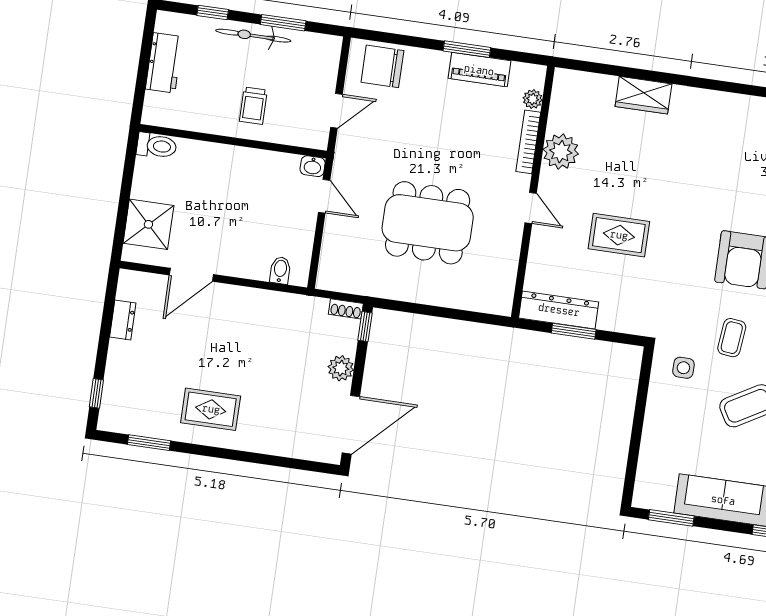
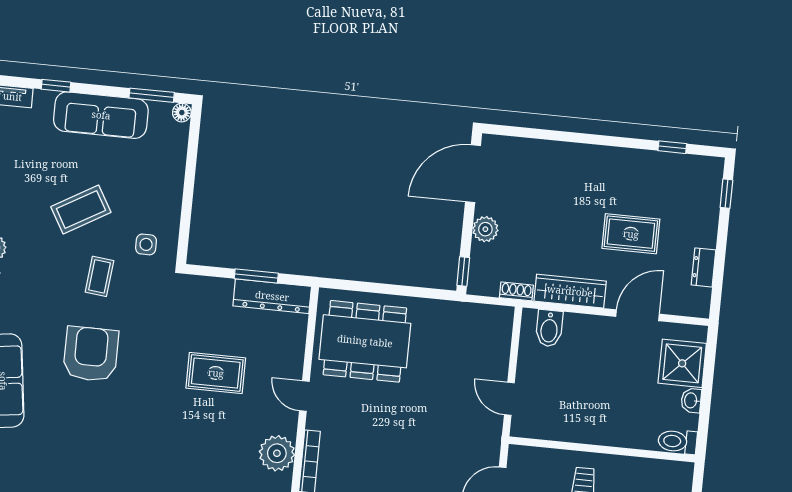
washbasin: (313, 166) -> (691, 400), moved, turned -90
dining table: (428, 223) -> (365, 341), moved
bidet: (280, 270) -> (549, 328), width x1.38, depth x1.36
wardrobe: (258, 302) -> (570, 291), added
shoe rack: (346, 309) -> (516, 291), moved
rug: (211, 409) -> (631, 234), moved
window: (149, 443) -> (672, 147), width x0.67
floor lamp: (642, 499) -> (182, 113), added

